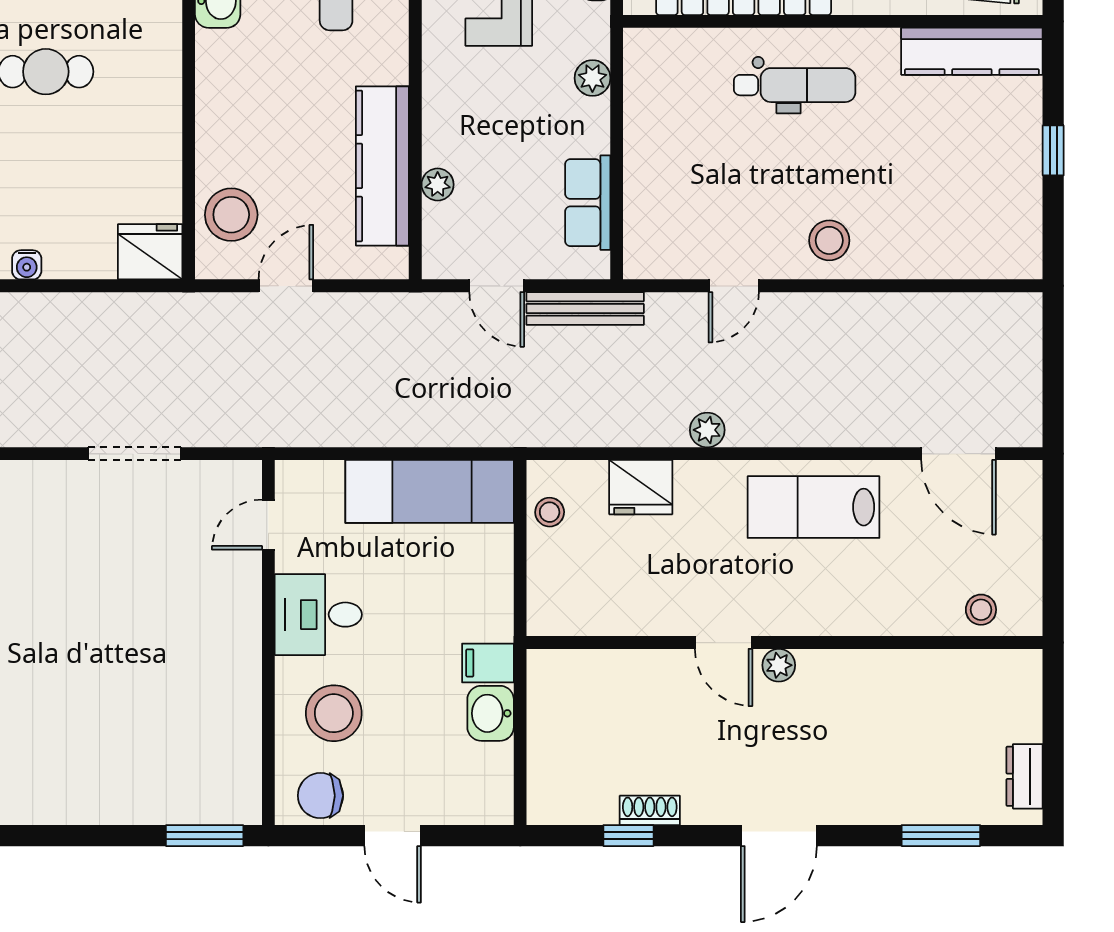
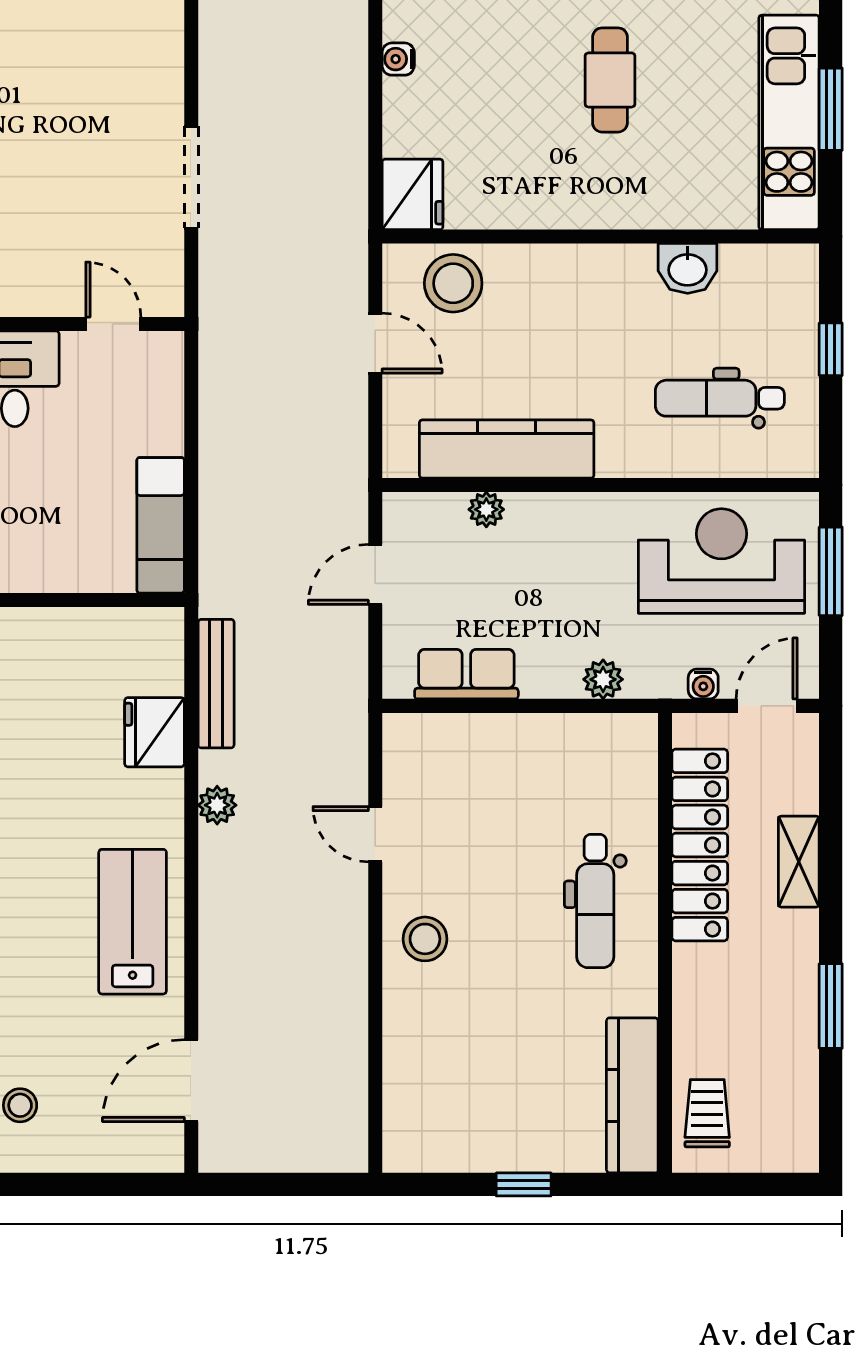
bench: (585, 309) -> (216, 684), moved
exam couch: (430, 491) -> (161, 525), width x0.73, depth x0.69
stool: (550, 512) -> (127, 632), removed

